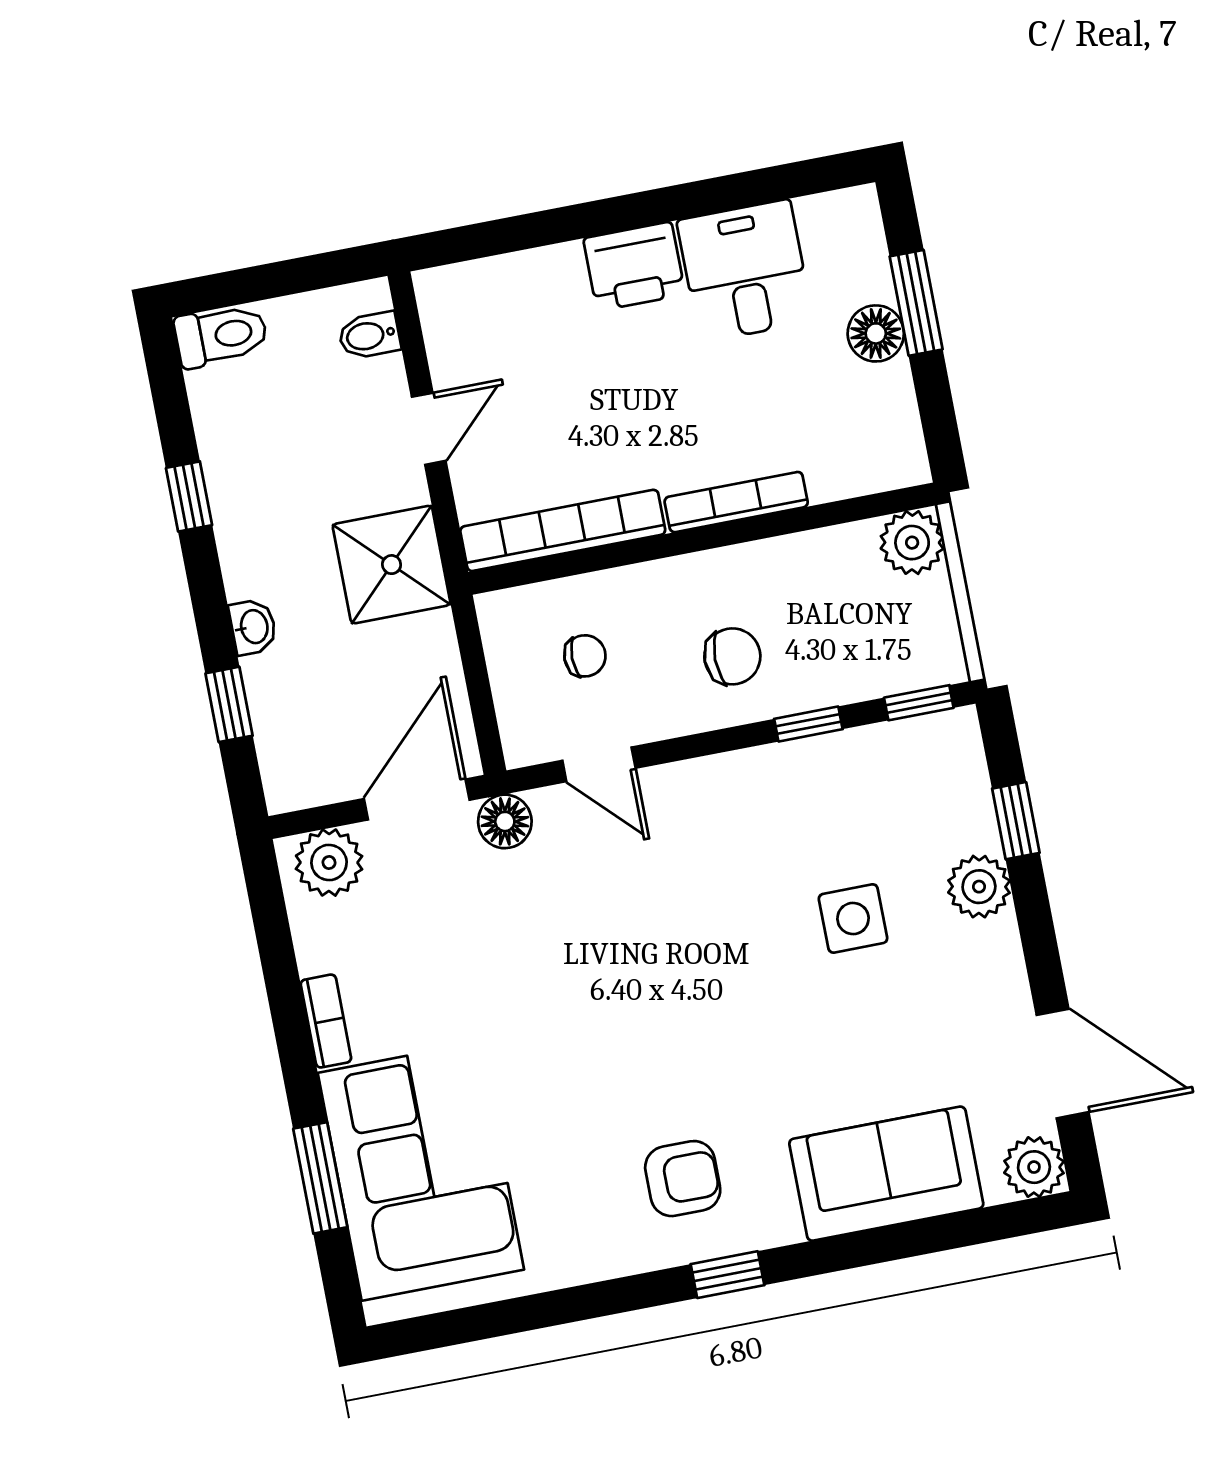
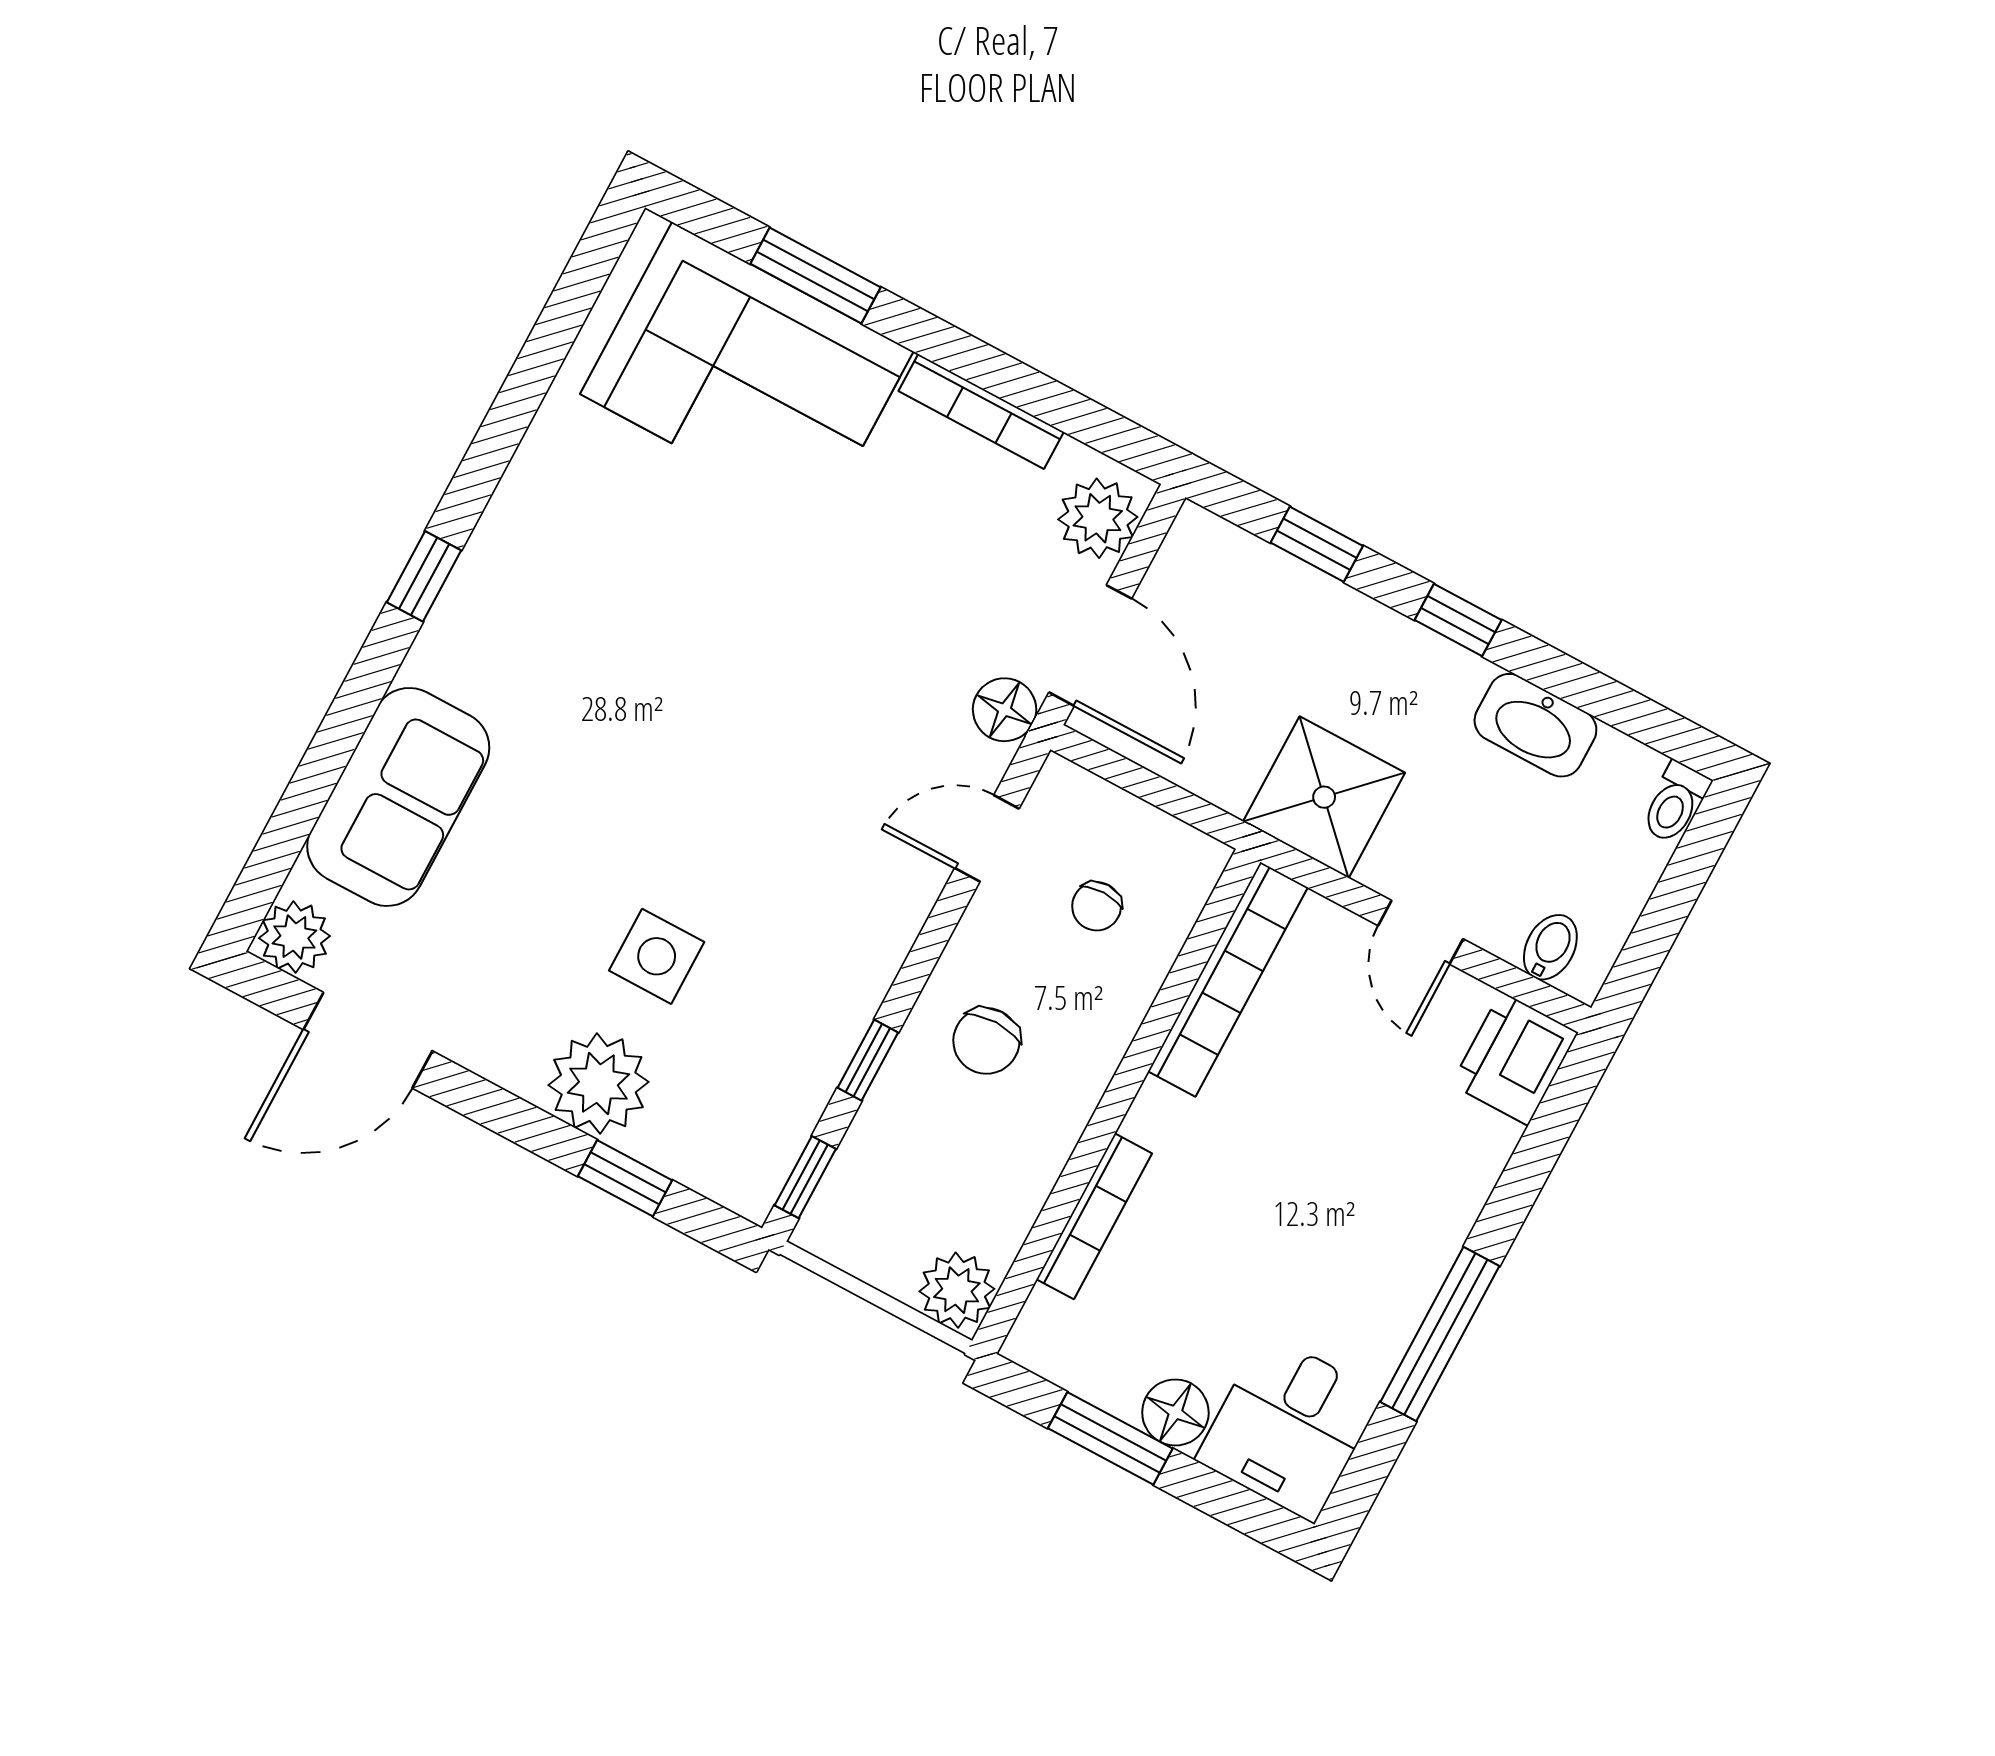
window: (683, 201) -> (1440, 1334), added
printer: (634, 266) -> (1514, 1059), moved
desk: (745, 271) -> (1289, 1427), moved, turned 90
window: (916, 303) -> (1110, 1438), moved
toilet: (221, 336) -> (1675, 803), width x0.73, depth x0.72
window: (189, 496) -> (1458, 620), moved
bookcase: (736, 502) -> (1094, 1216), moved
washbasin: (253, 627) -> (1535, 725), moved, width x1.91, depth x1.45
plant: (979, 887) -> (598, 1084), width x1.36, depth x1.36
bookcase: (326, 1021) -> (981, 411), width x1.56
armchair: (683, 1179) -> (545, 607), removed

